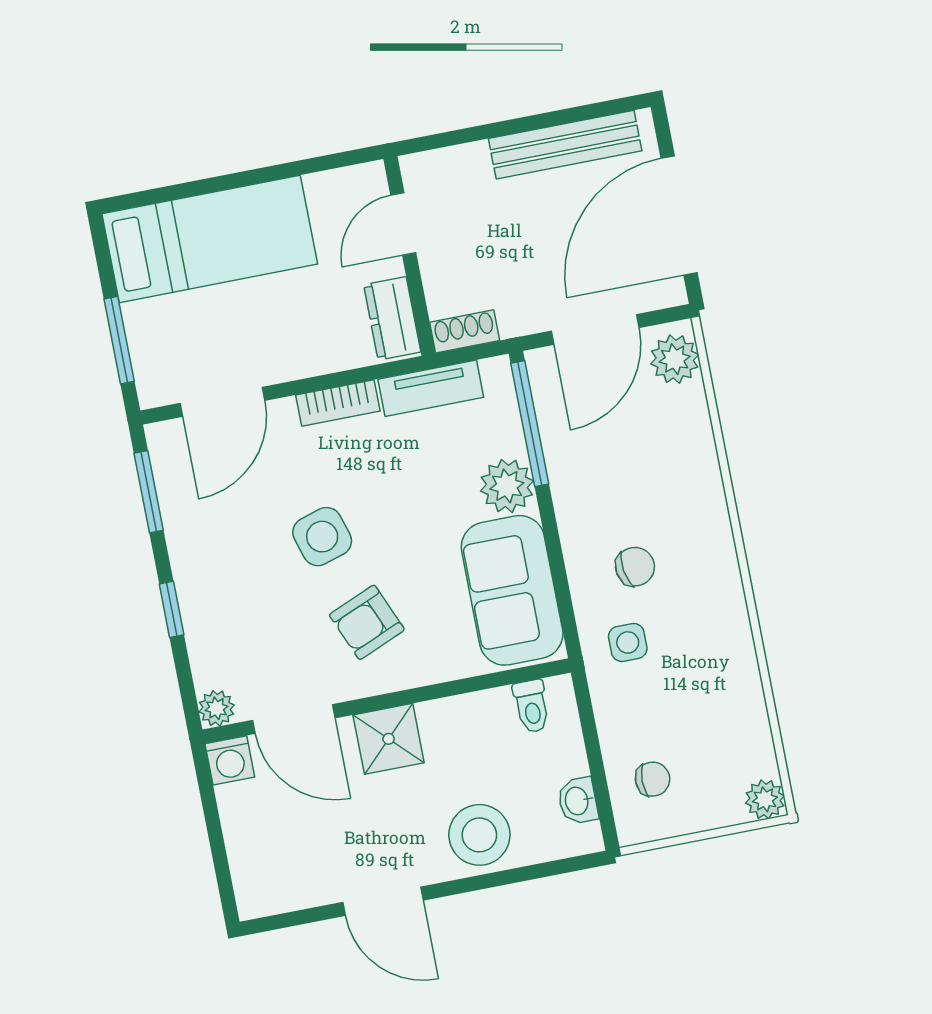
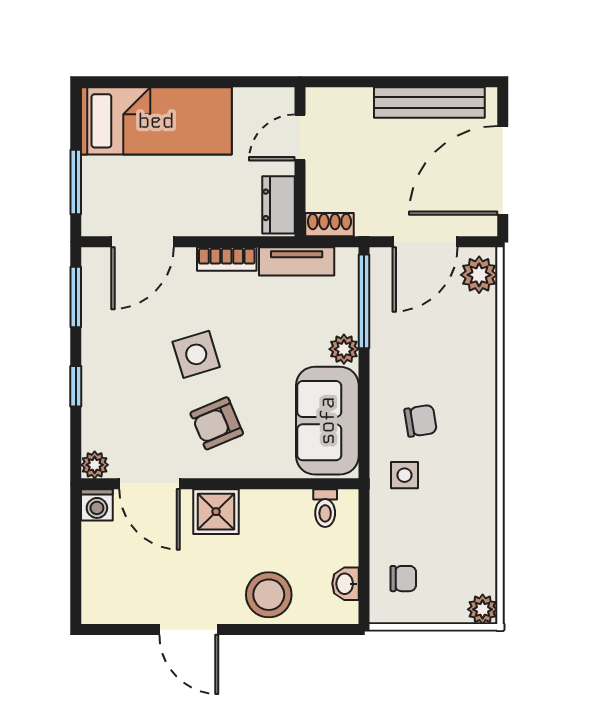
plant: (507, 486) -> (344, 349), width x0.73, depth x0.73

